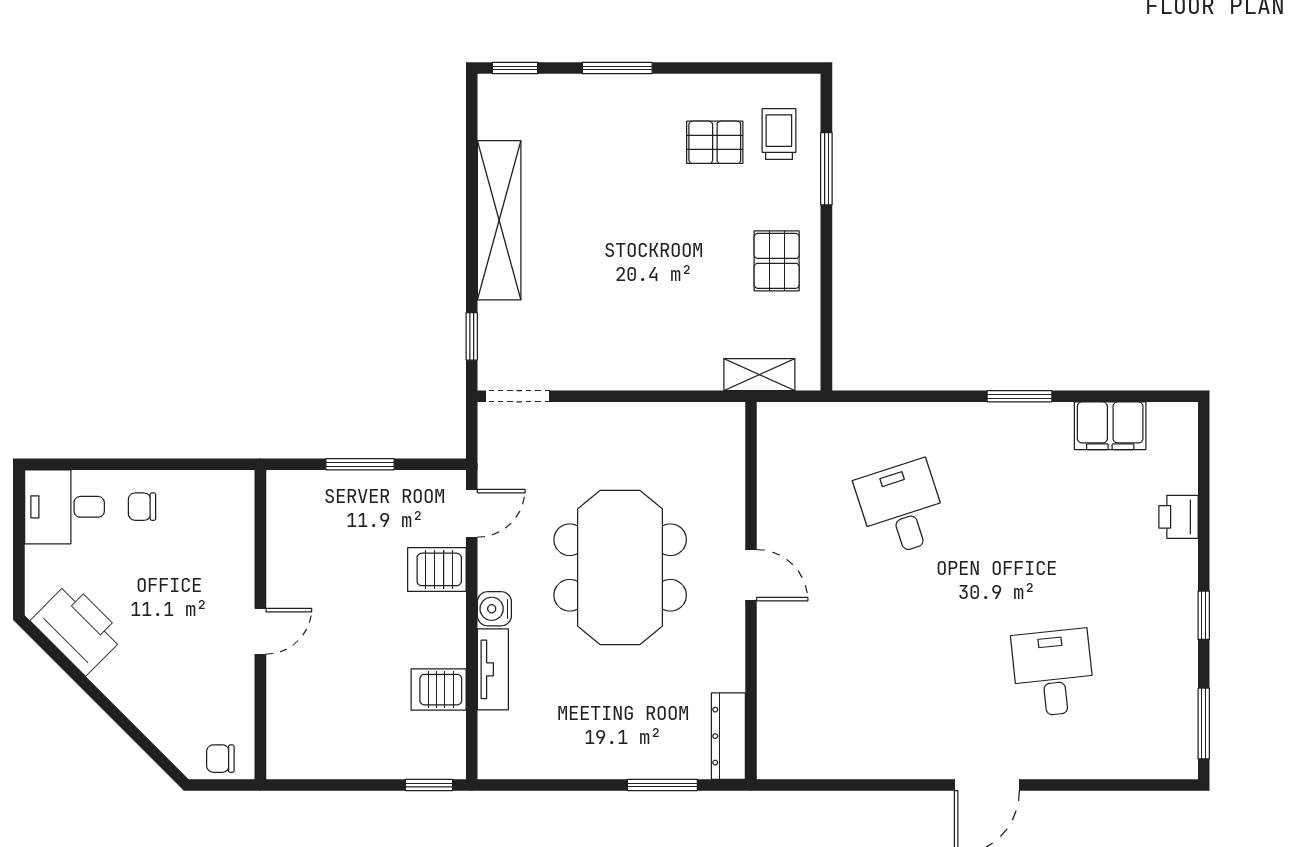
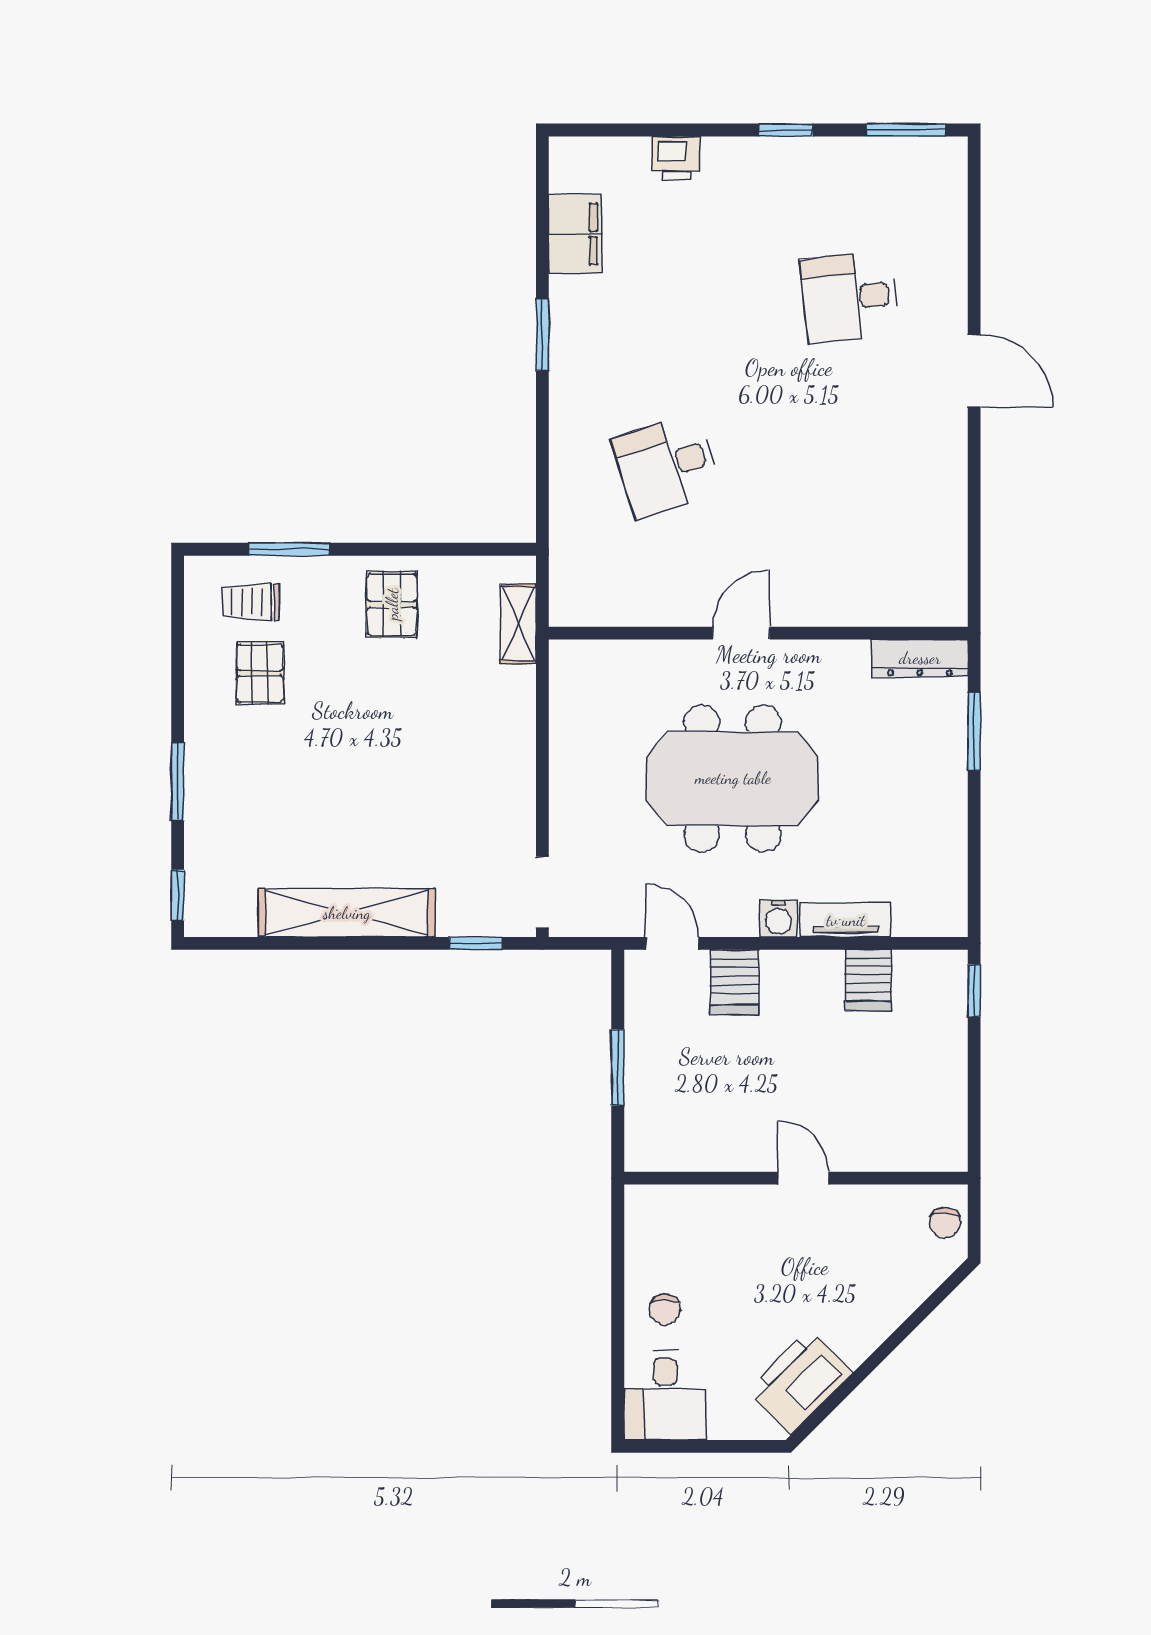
pallet: (777, 261) -> (392, 604), turned 90

